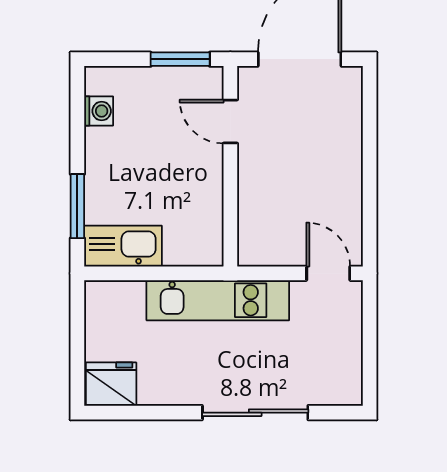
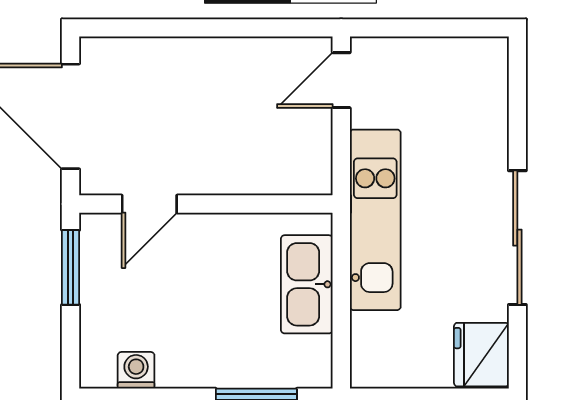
kitchen sink: (123, 246) -> (307, 284), moved
sliding door: (255, 413) -> (517, 238), moved

